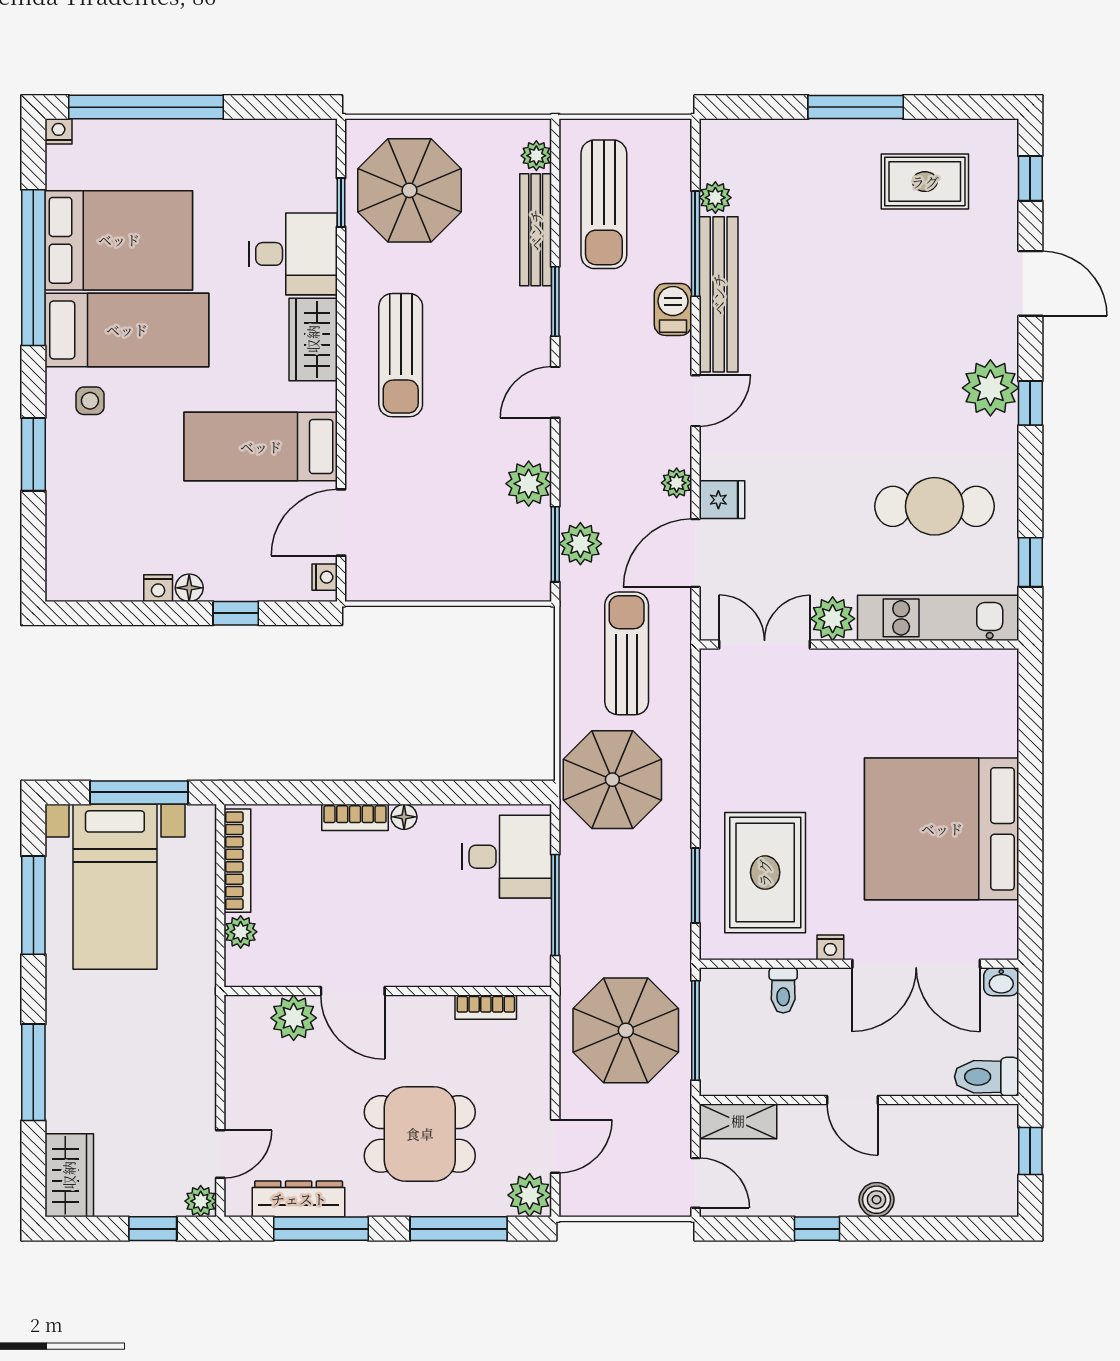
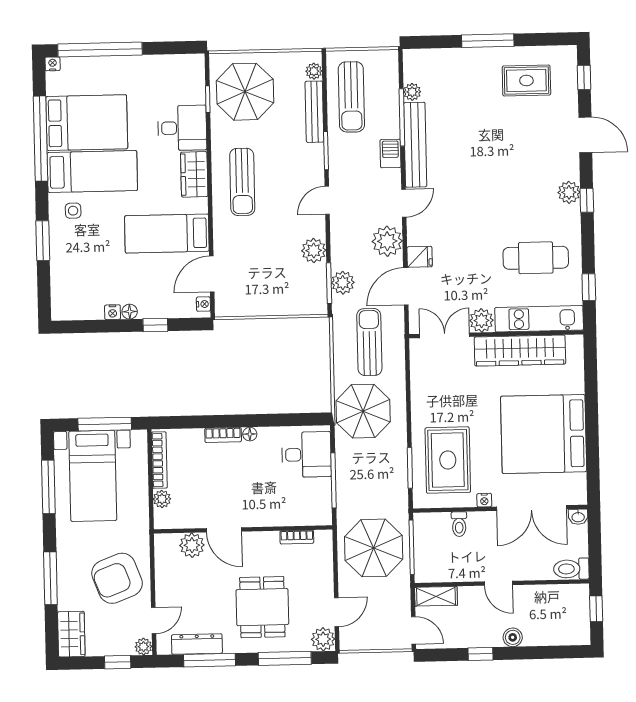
plant: (990, 388) -> (569, 192), width x0.73, depth x0.73
plant: (677, 483) -> (387, 241), width x1.88, depth x1.88
wardrobe: (902, 675) -> (520, 351), added
armchair: (155, 1075) -> (117, 578), added
dining table: (420, 1134) -> (262, 607), turned 90

